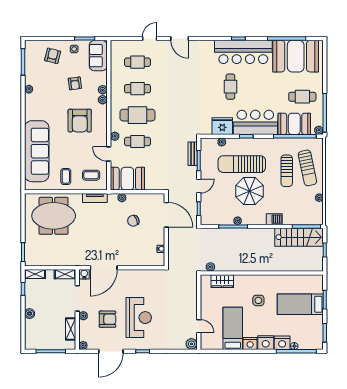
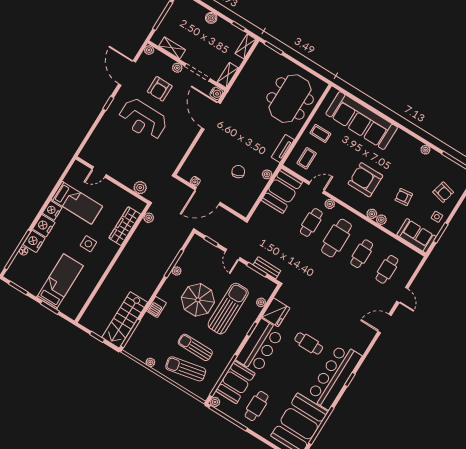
door: (166, 215) -> (208, 196), moved
wardrobe: (222, 281) -> (125, 226), width x1.50
plant: (191, 344) -> (140, 188), moved

